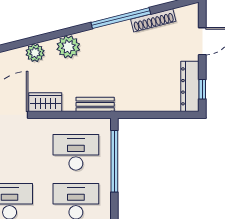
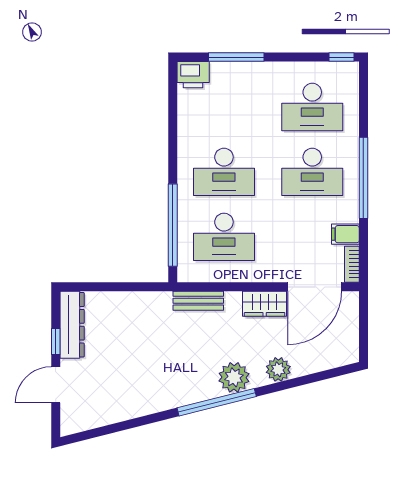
window: (121, 18) -> (217, 402), moved
shoe rack: (153, 20) -> (121, 413), removed
window: (202, 89) -> (56, 342), moved

